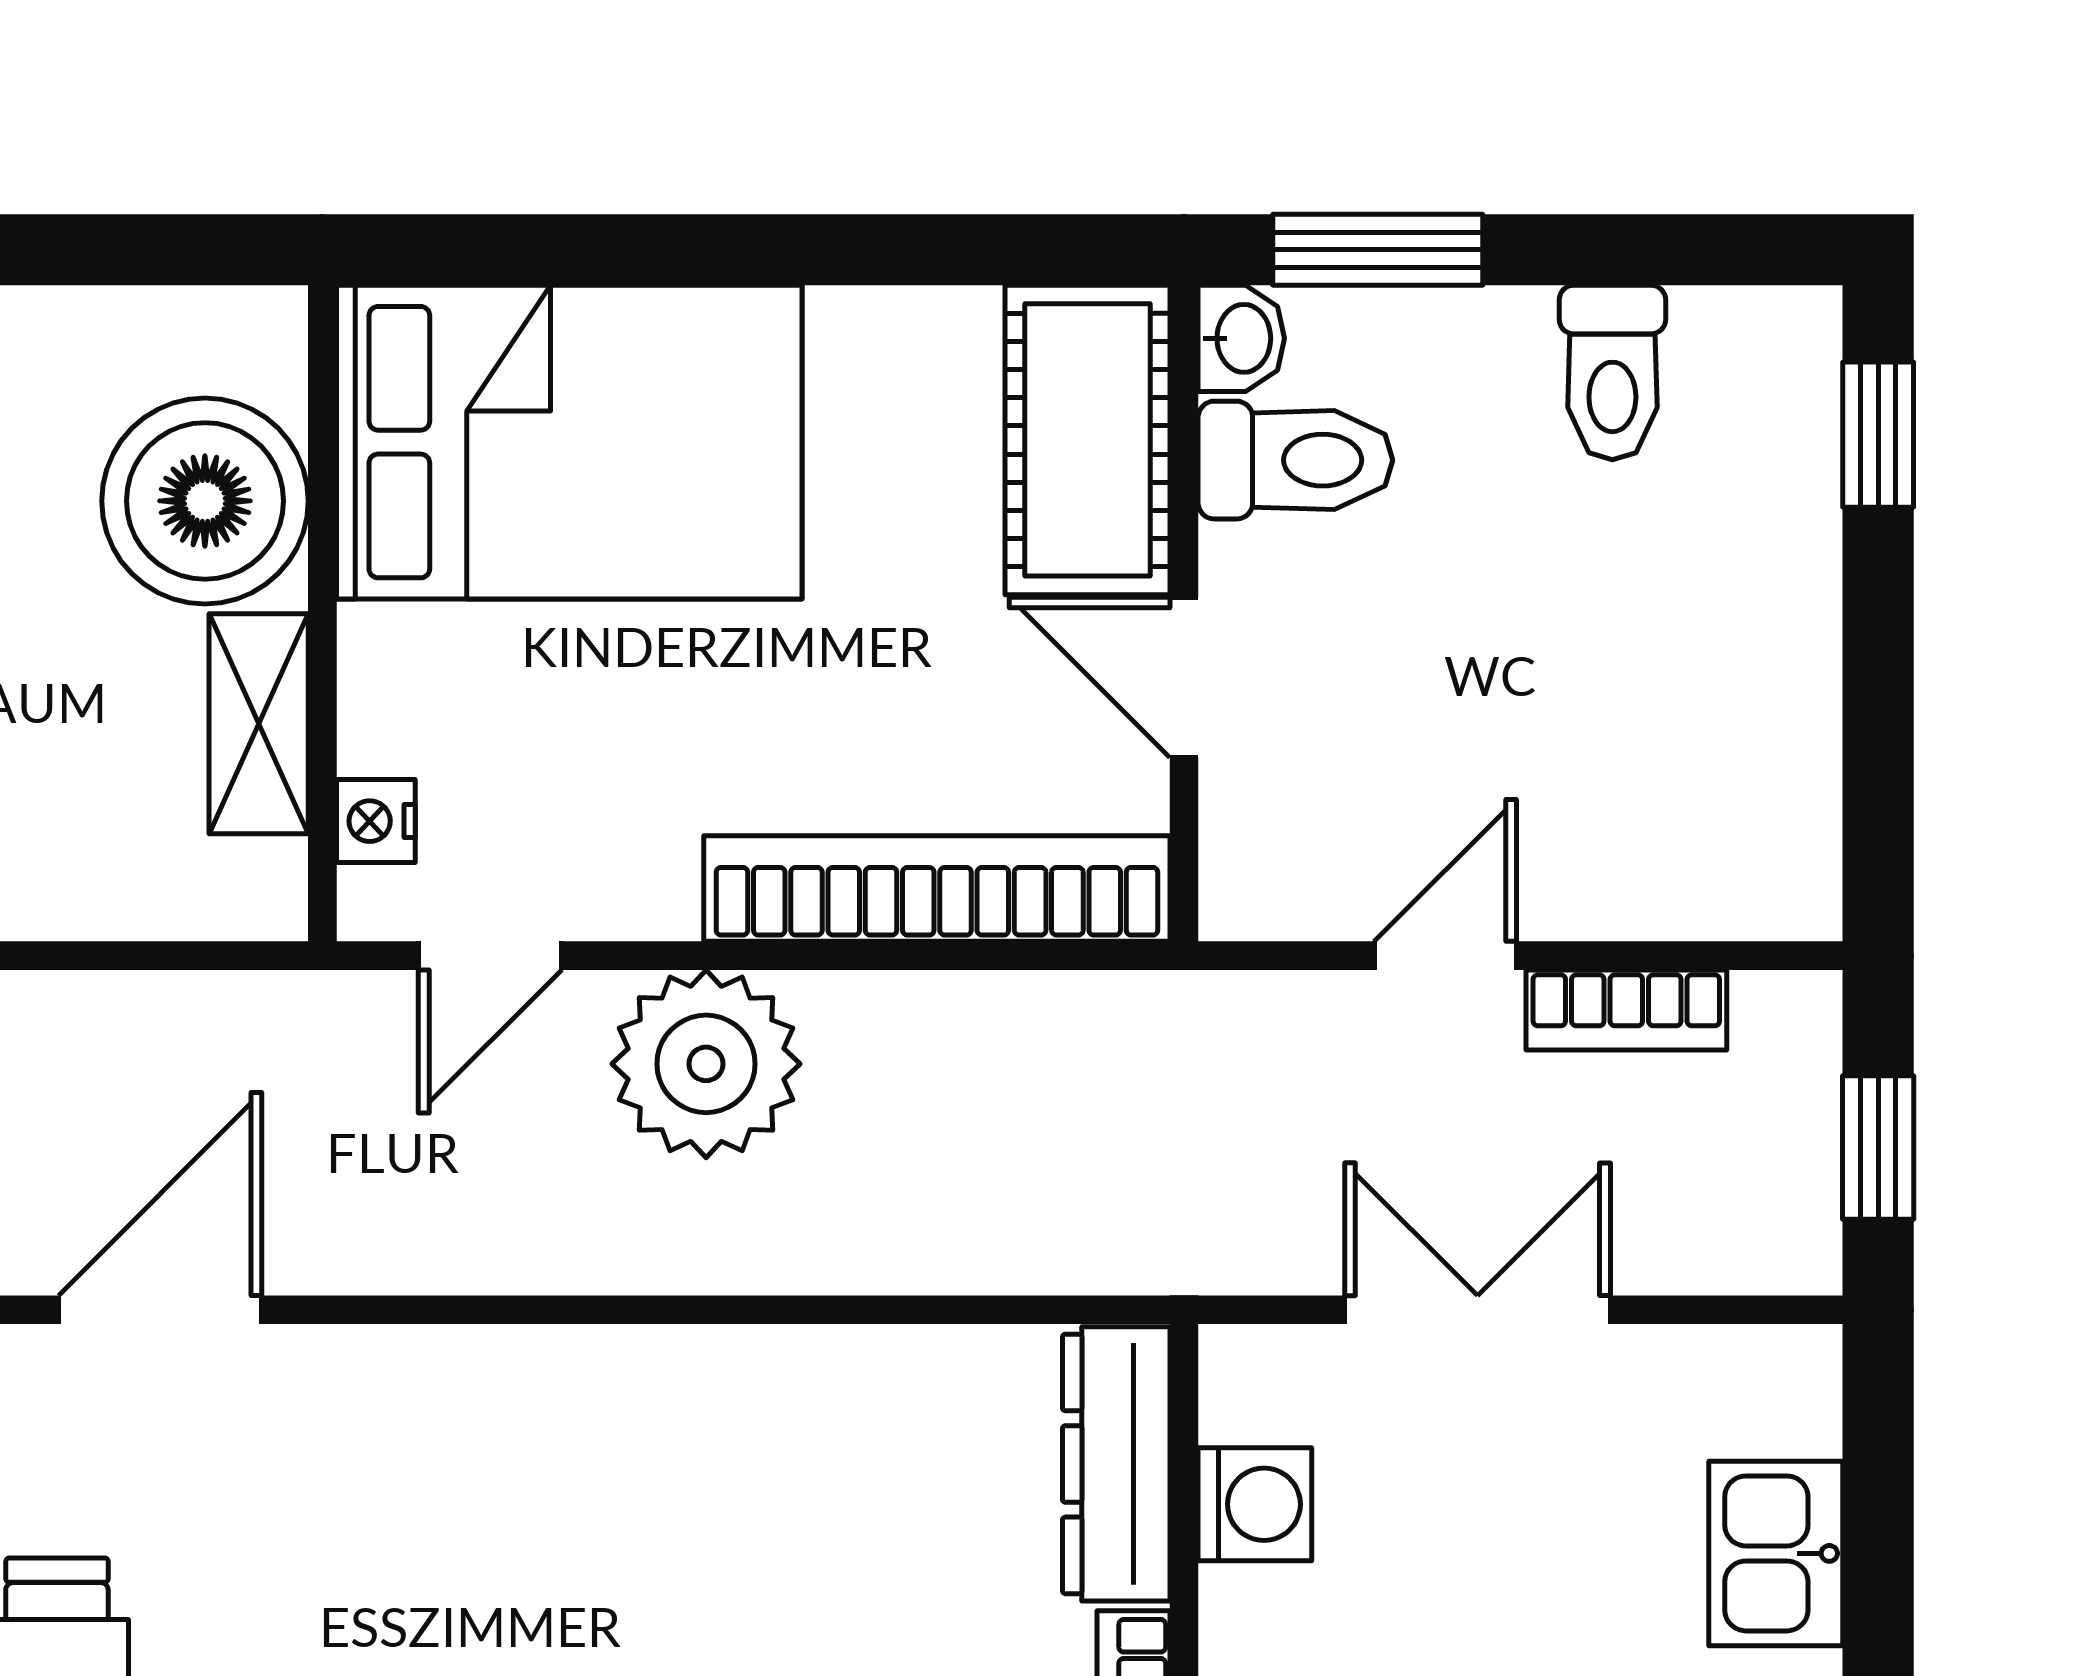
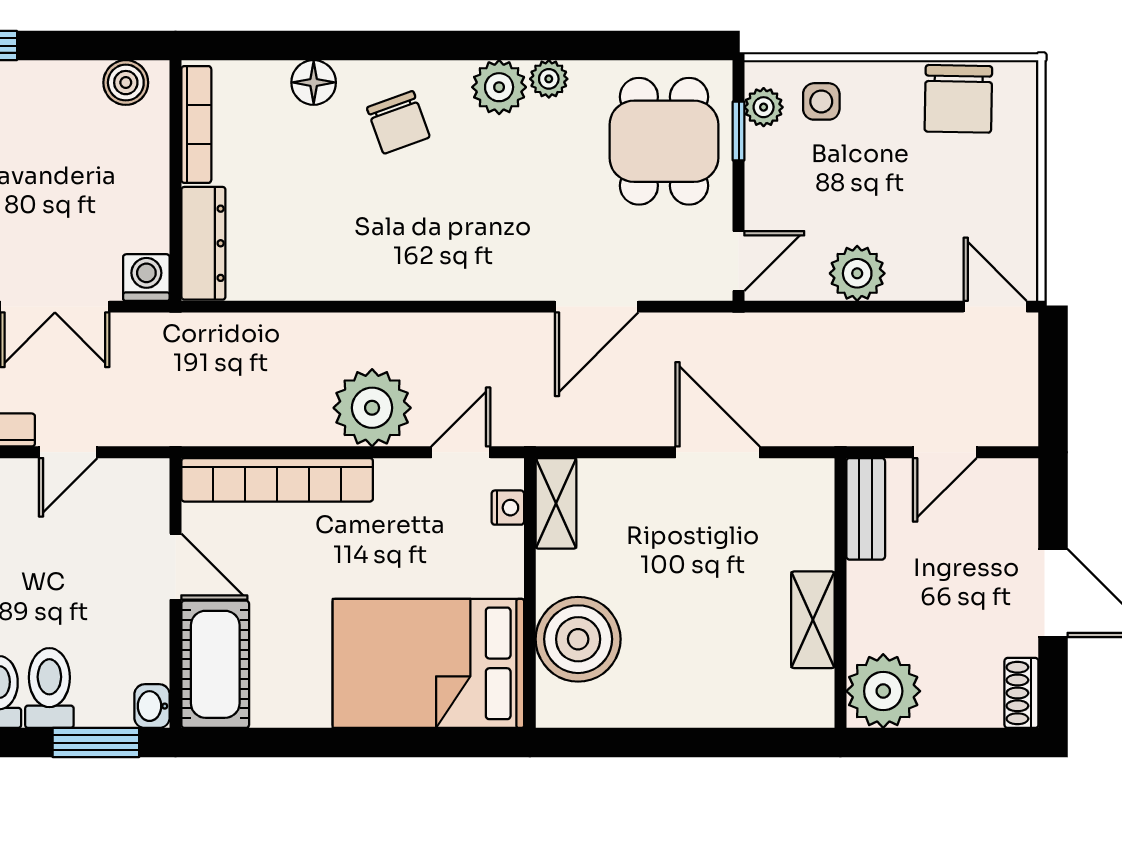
toilet: (1295, 460) -> (49, 688), moved, turned 90
shelving: (259, 724) -> (556, 503), moved
washing machine: (1255, 1504) -> (146, 278), moved, turned 90

